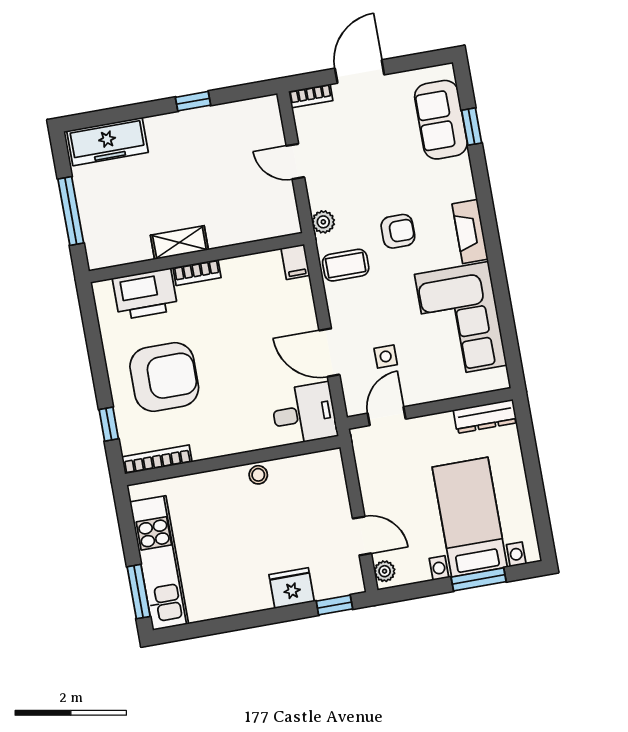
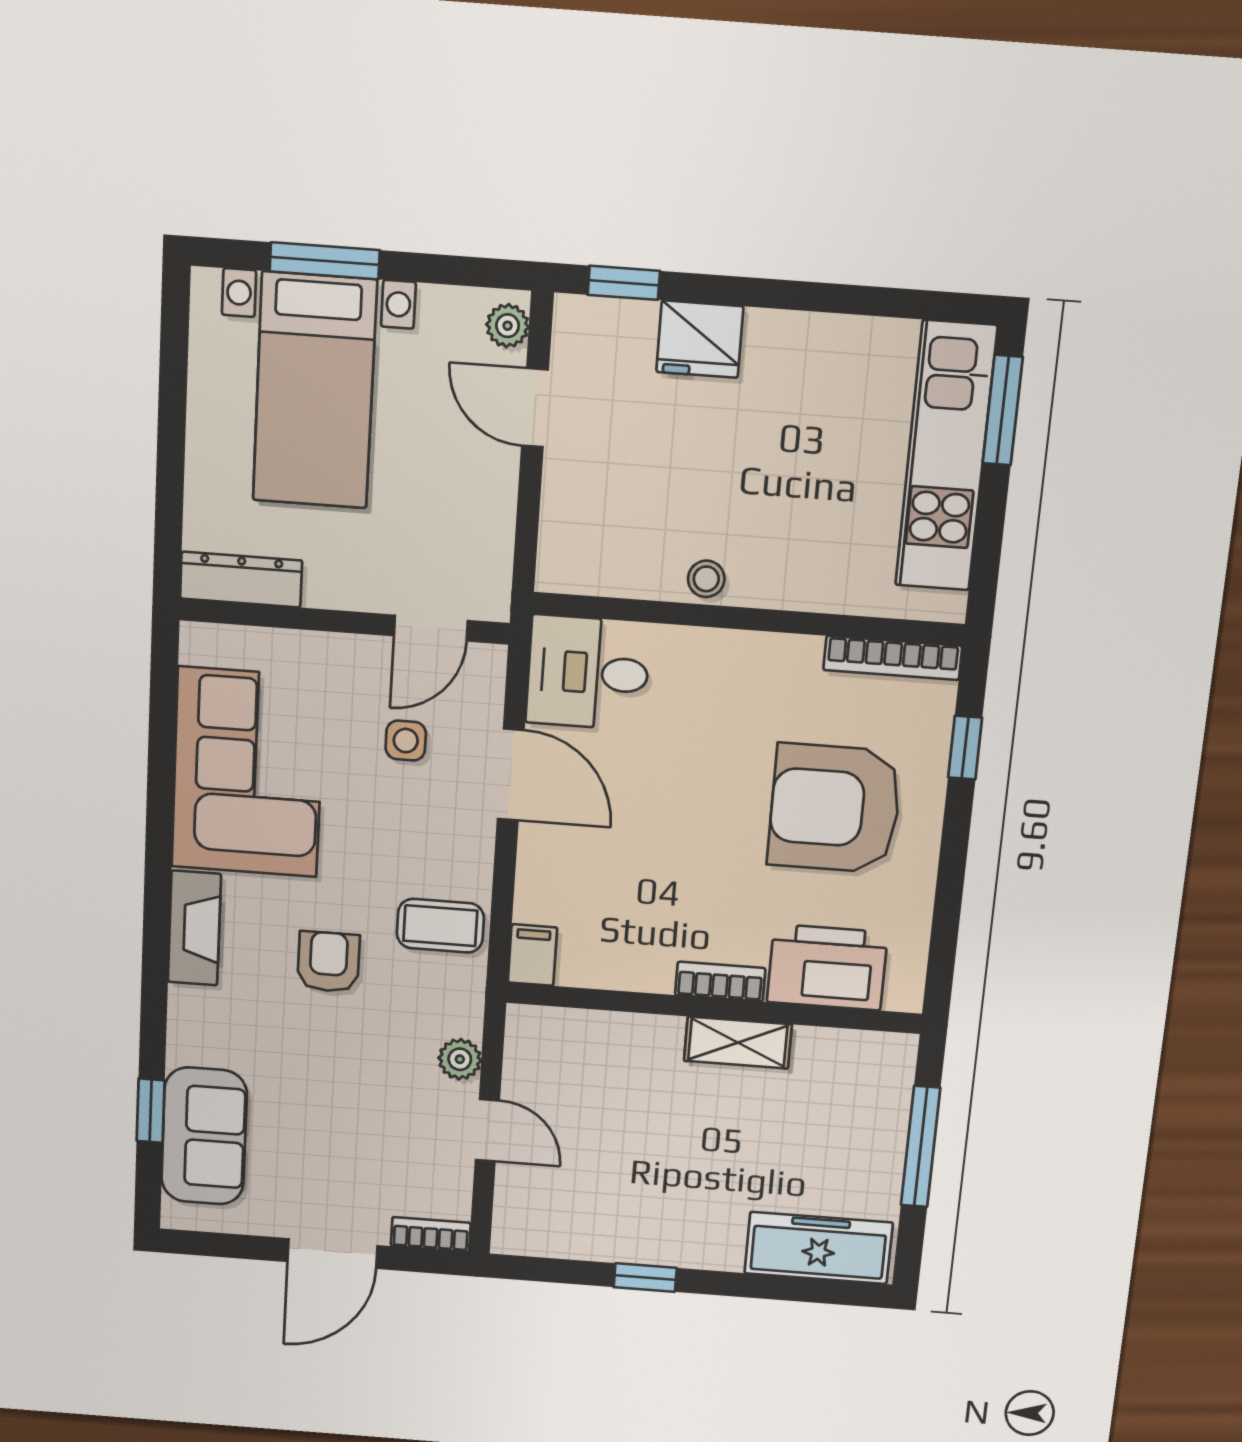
plant: (323, 222) -> (460, 1059), moved
armchair: (398, 231) -> (328, 962), turned 90

